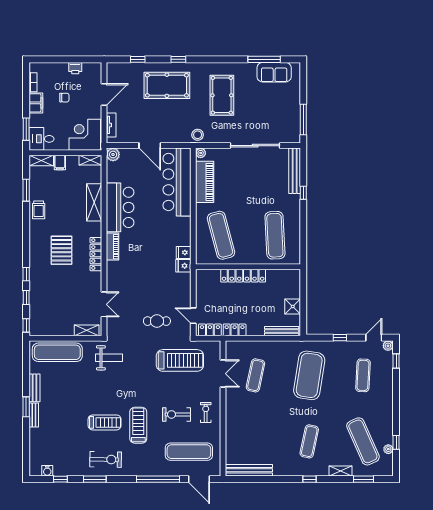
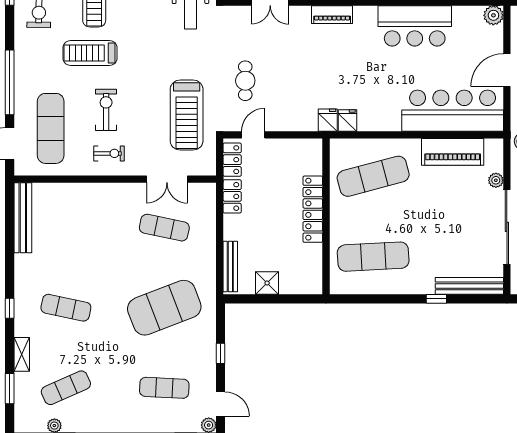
plant: (201, 153) -> (496, 180), moved
piano: (113, 247) -> (332, 15), moved
exercise mat: (309, 375) -> (164, 308), turned -30
treadmill: (138, 425) -> (90, 53), turned 180
exercise mat: (363, 441) -> (66, 388), width x0.73, depth x0.69

